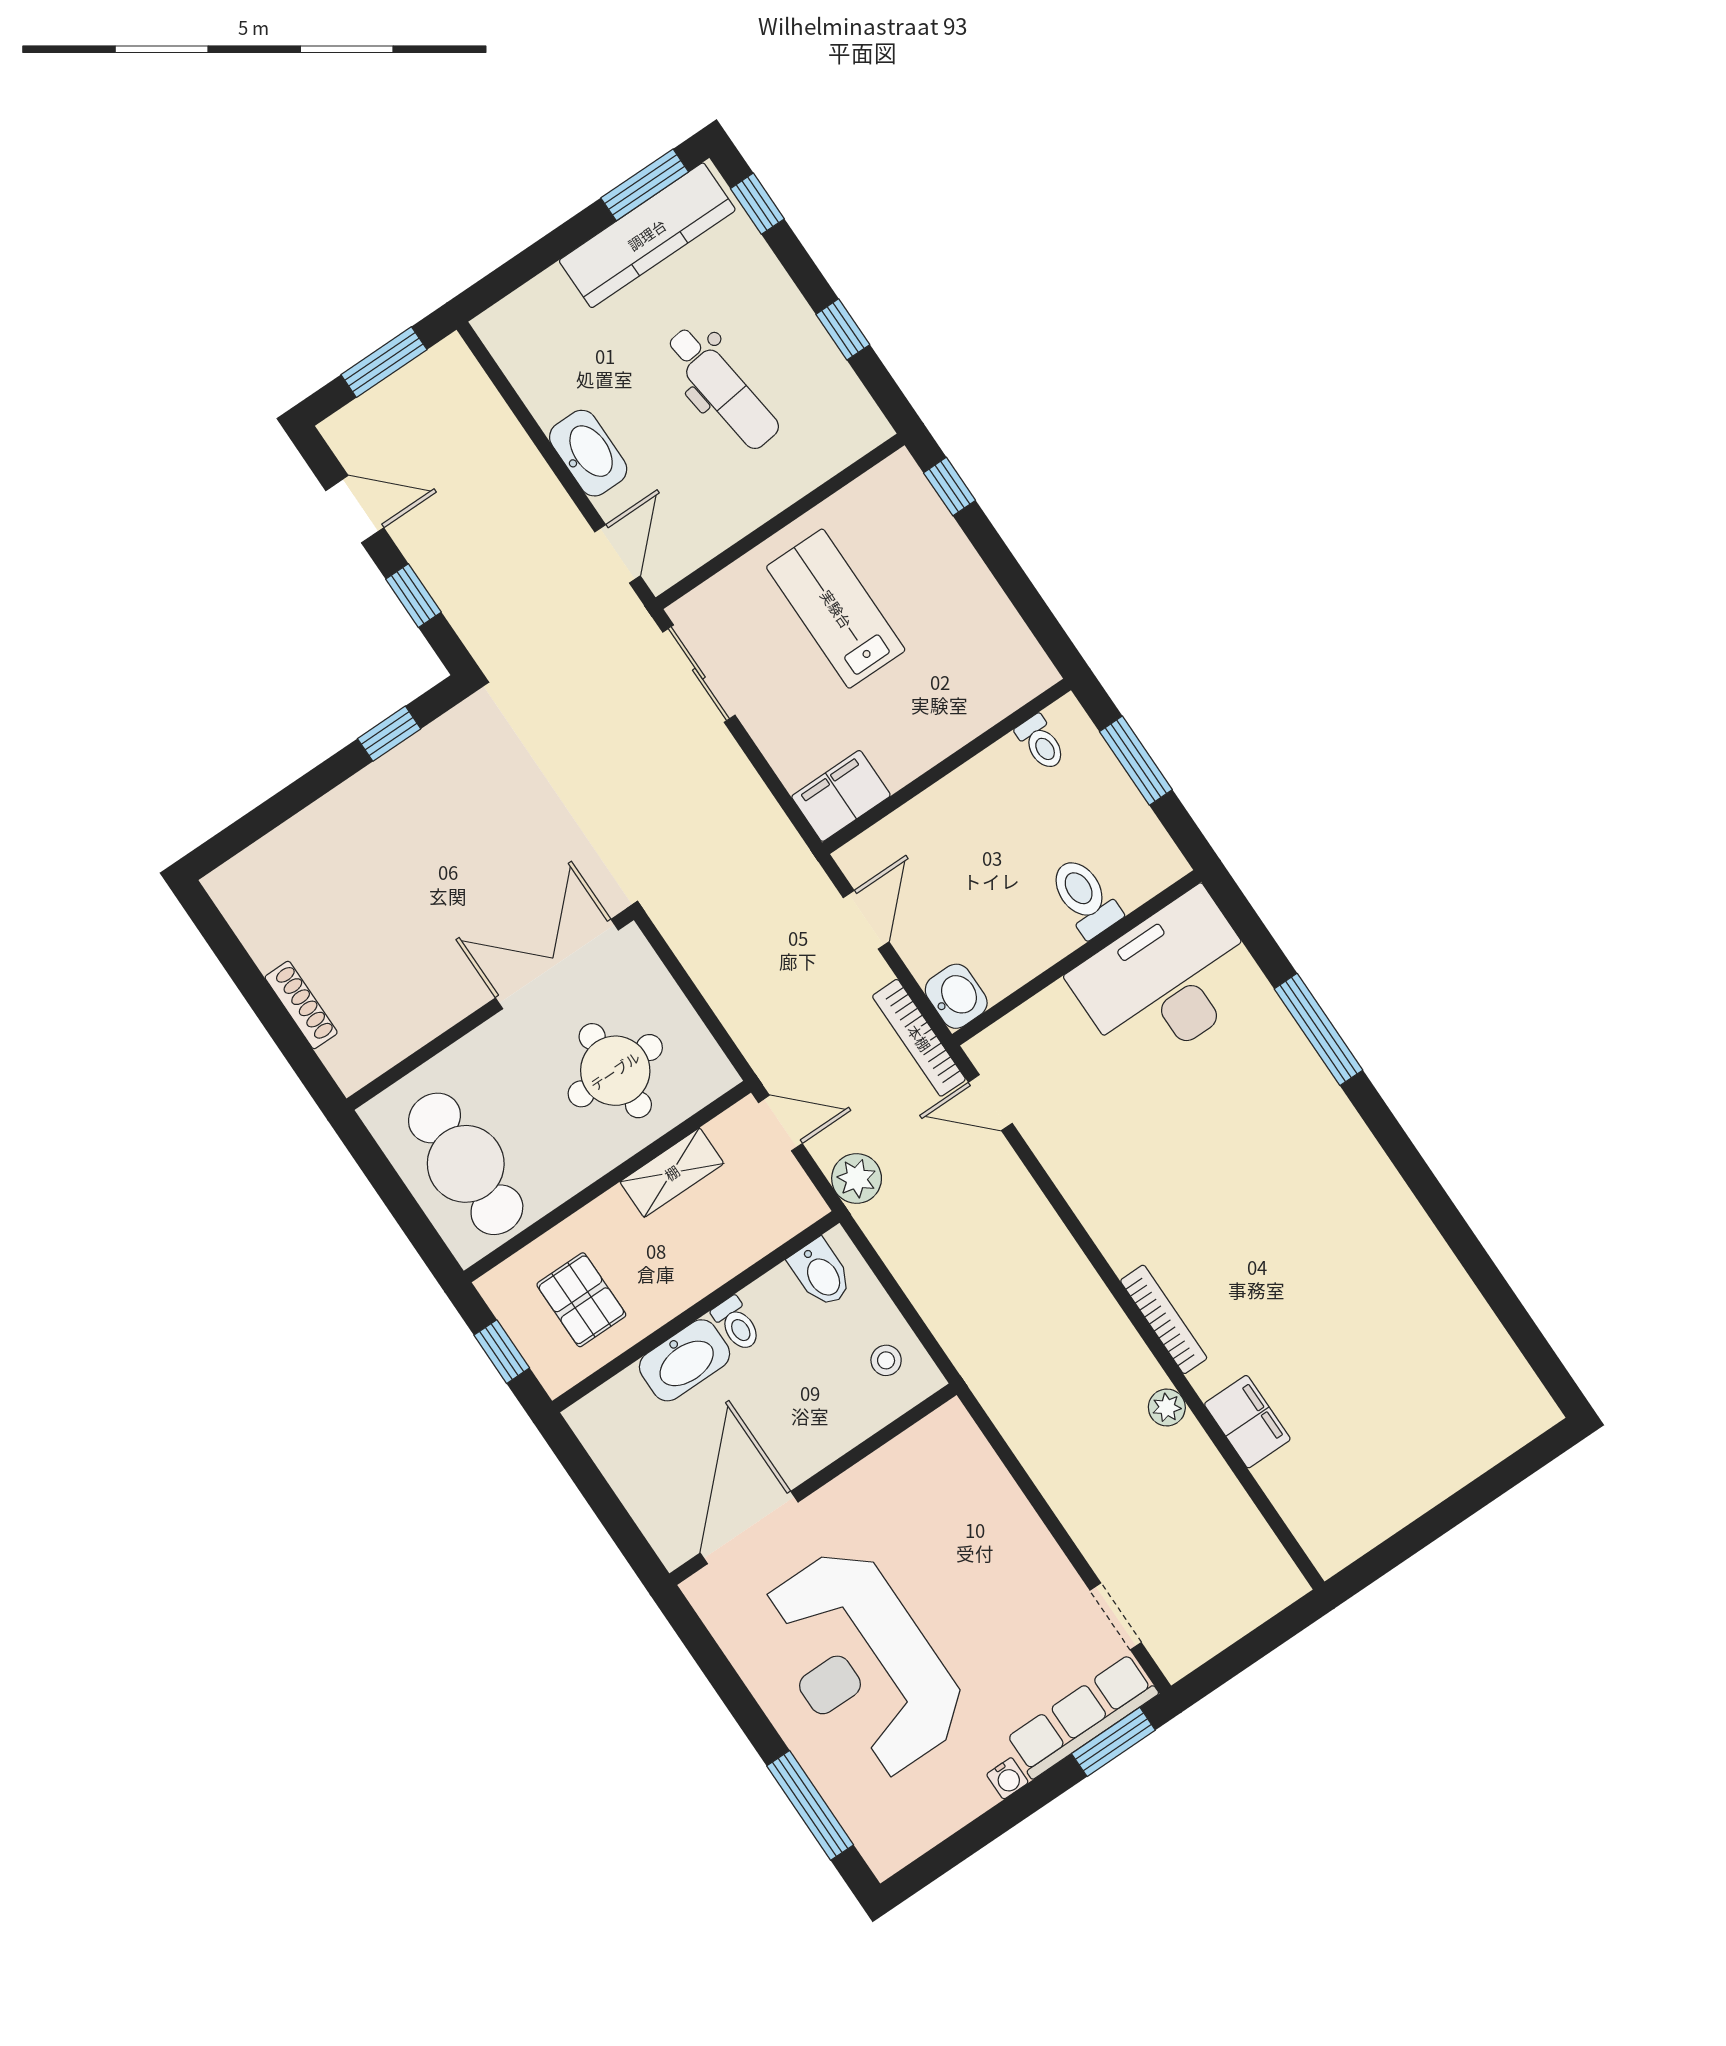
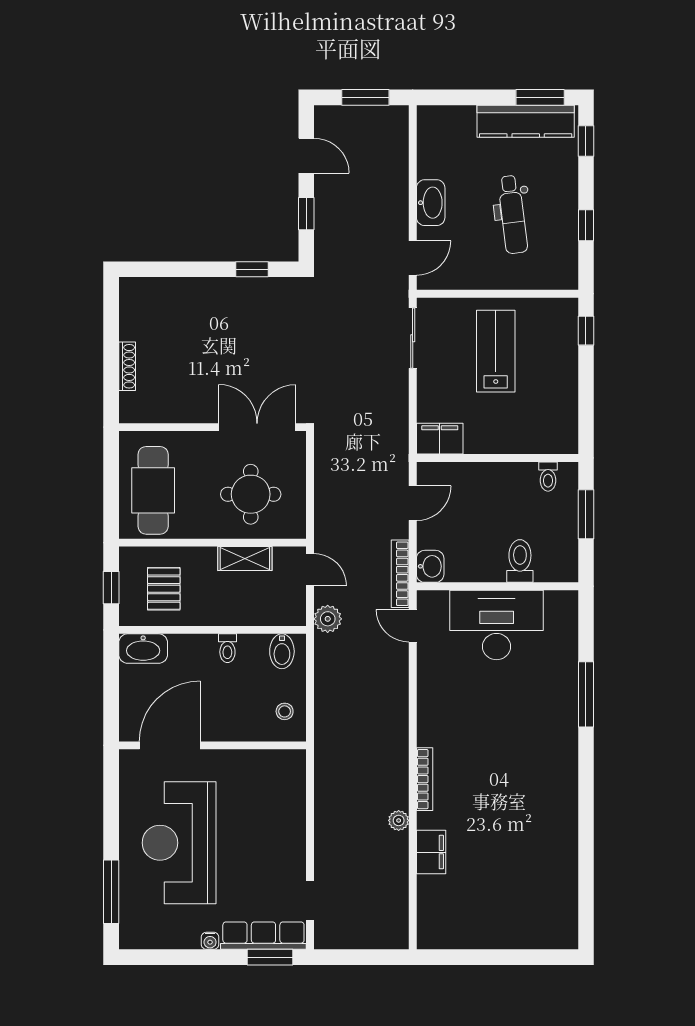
desk: (1167, 981) -> (497, 625), moved
washbasin: (685, 1360) -> (143, 649), moved

